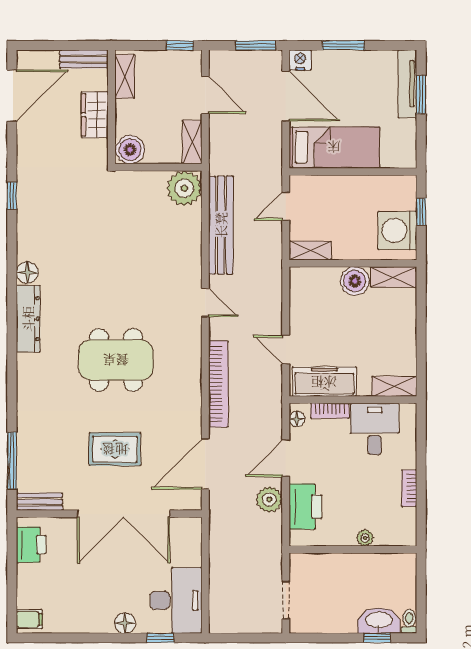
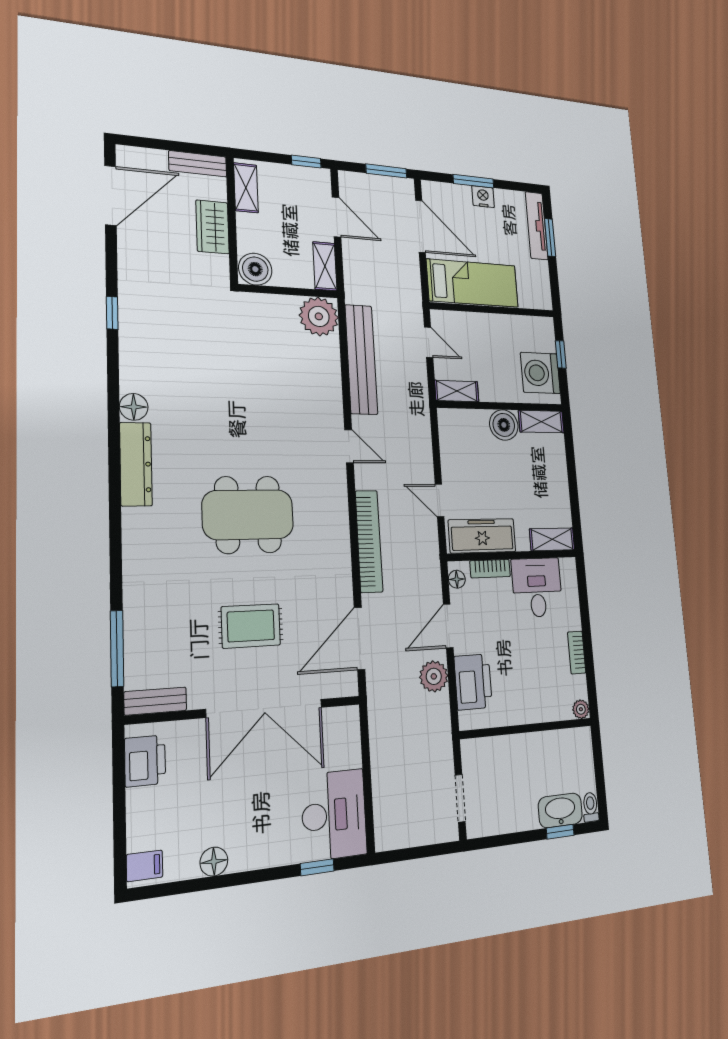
nightstand: (300, 60) -> (483, 197), moved
door: (286, 206) -> (429, 342), swing flipped
plant: (365, 538) -> (581, 709), moved
floor lamp: (125, 623) -> (214, 862), moved

